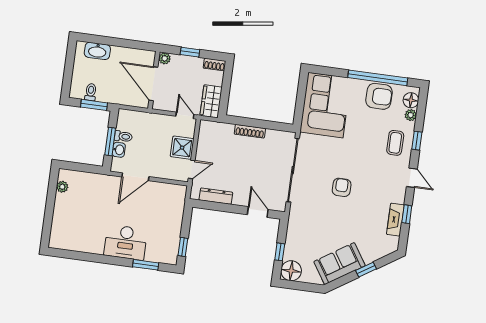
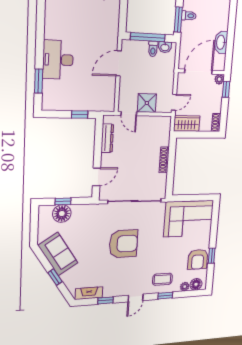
washbasin: (97, 51) -> (221, 42), moved
window: (190, 52) -> (226, 89), moved
window: (378, 78) -> (212, 256), width x0.32
window: (110, 142) -> (148, 37), width x1.44
washbasin: (119, 150) -> (165, 47), moved
door: (135, 177) -> (119, 63), hinge flipped
armchair: (342, 187) -> (123, 244), width x1.88, depth x1.88
fireplace: (395, 220) -> (89, 293), moved
window: (183, 247) -> (80, 115), moved
floor lamp: (291, 271) -> (62, 214), moved

